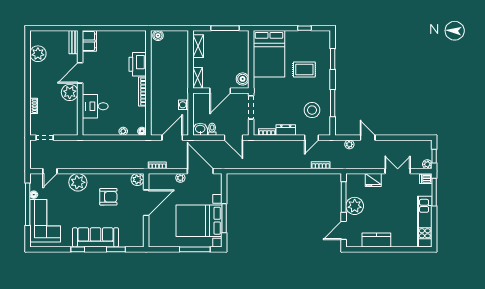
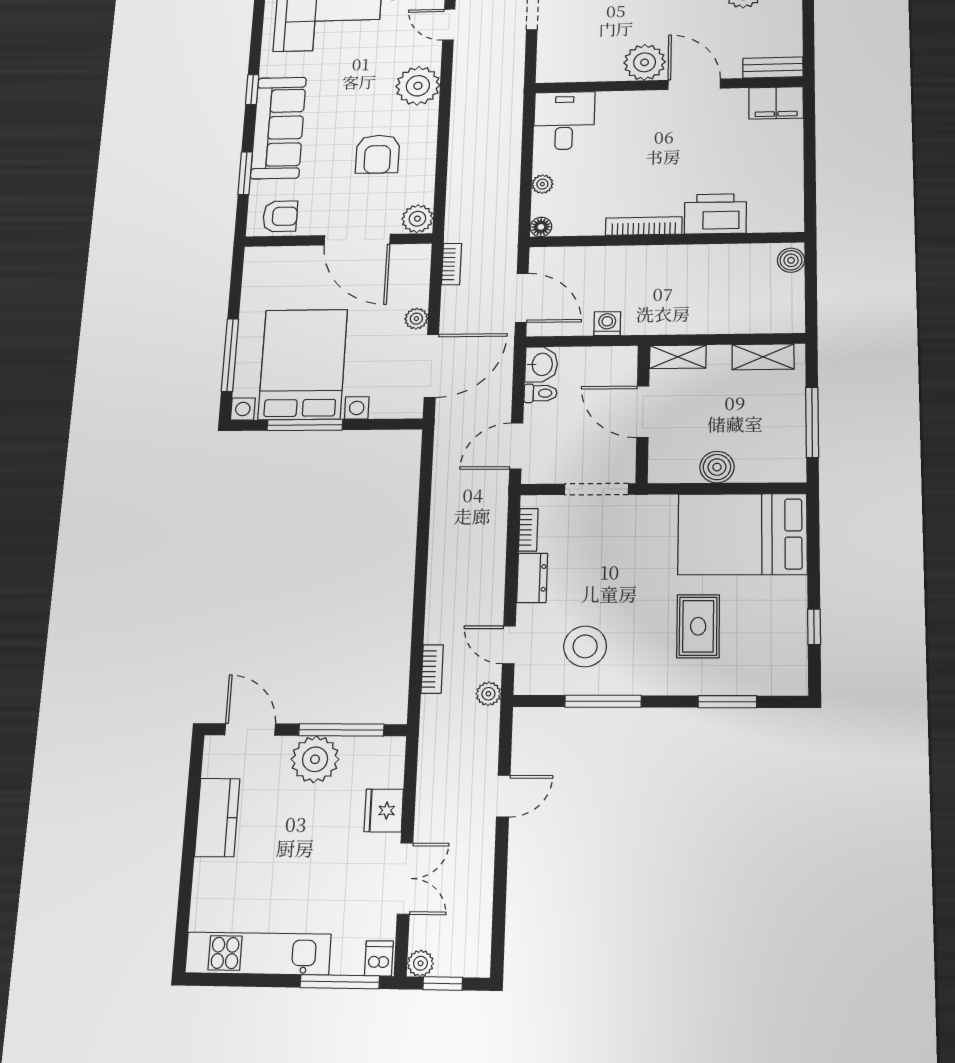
boiler: (243, 79) -> (717, 467), moved
desk: (95, 106) -> (564, 121), moved
plant: (349, 144) -> (488, 694), moved
armchair: (135, 234) -> (280, 216), added

